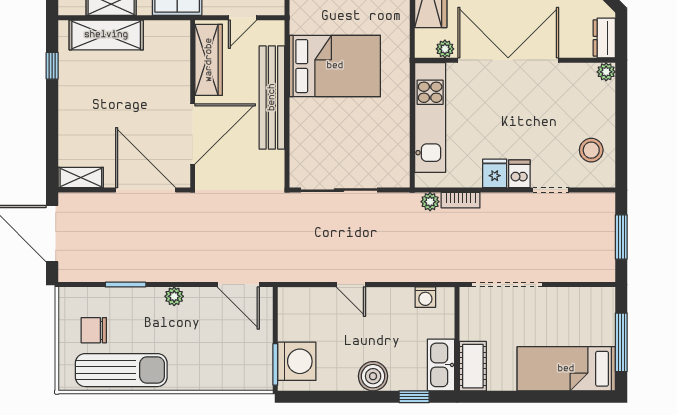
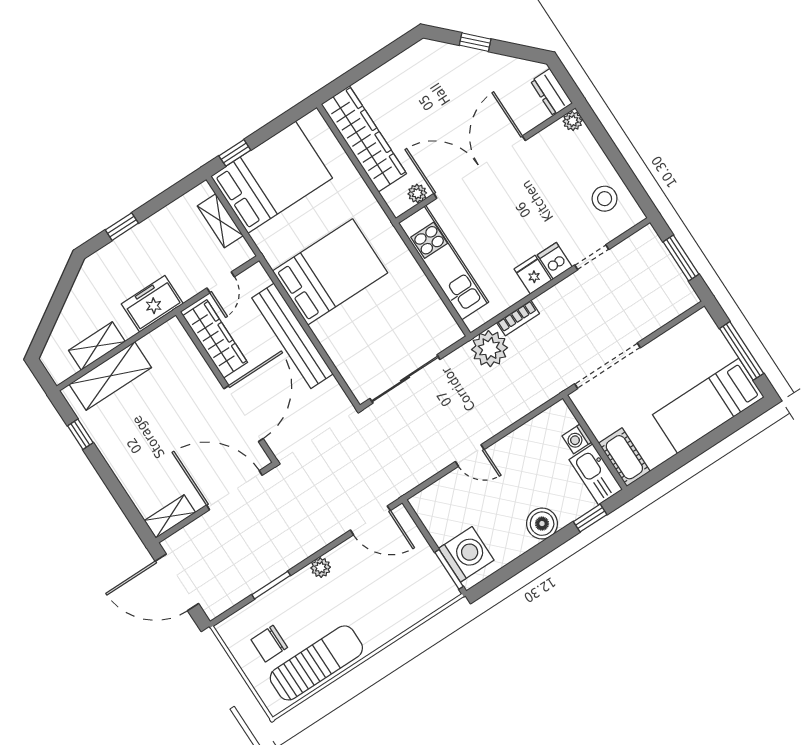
plant: (430, 202) -> (489, 349), width x1.87, depth x1.87
washing machine: (425, 297) -> (577, 439), moved, turned 90

